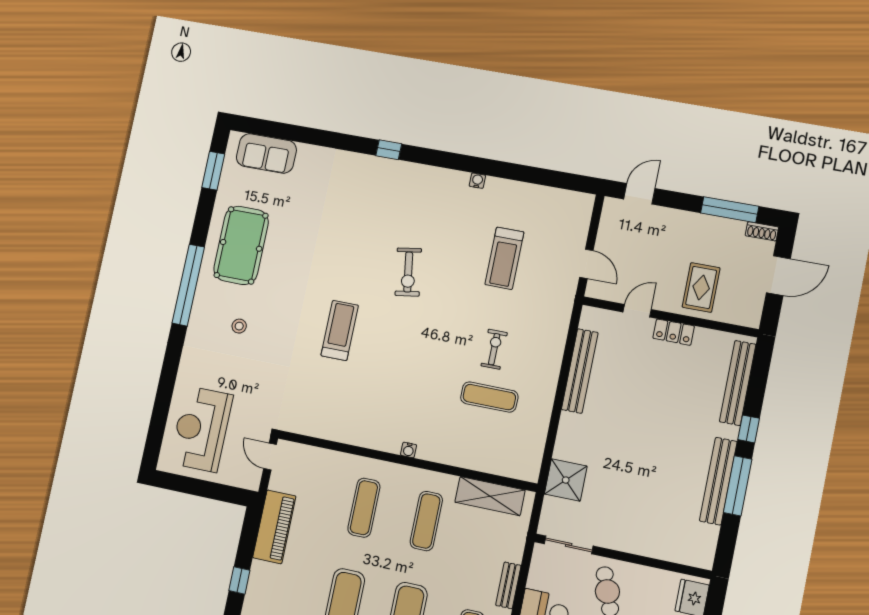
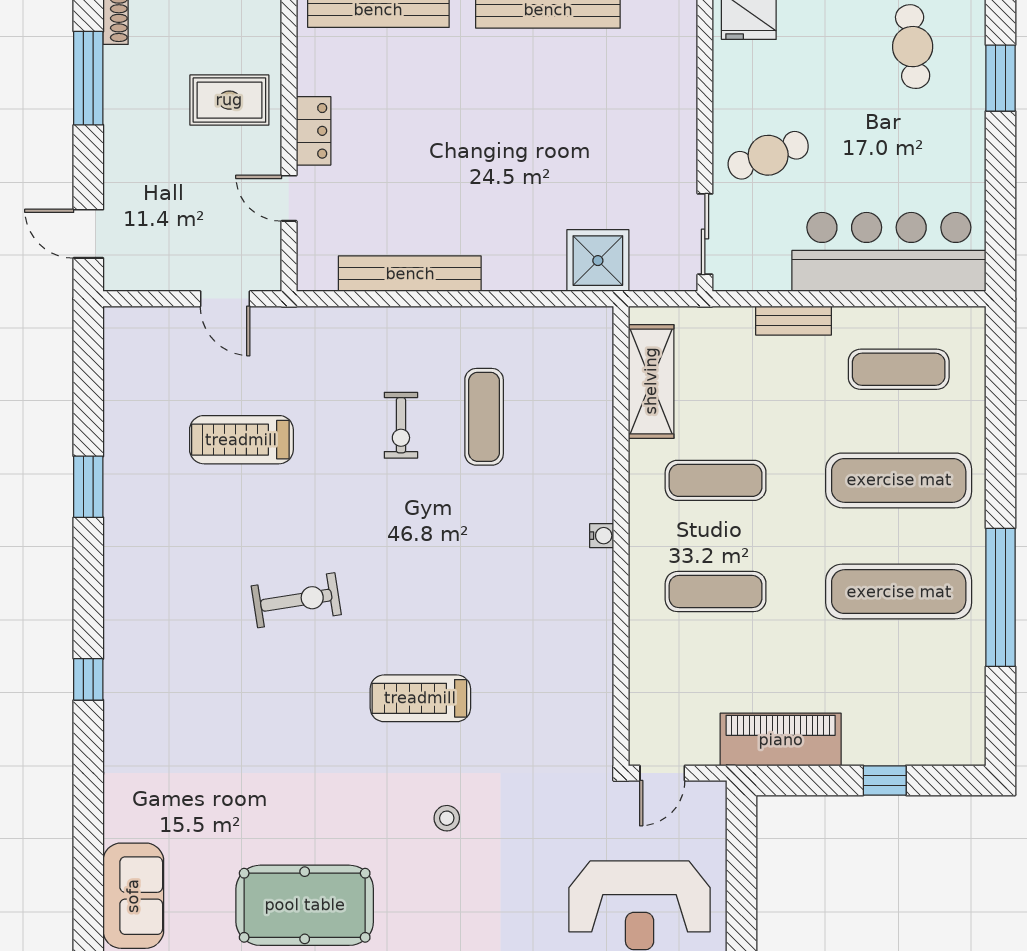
window: (495, 168) -> (88, 487), added
water cooler: (477, 181) -> (115, 514), removed
treadmill: (504, 258) -> (241, 440), turned 180
door: (586, 264) -> (225, 299), swing flipped
stool: (239, 326) -> (447, 818), moved
exercise bike: (494, 349) -> (401, 425), turned -90

